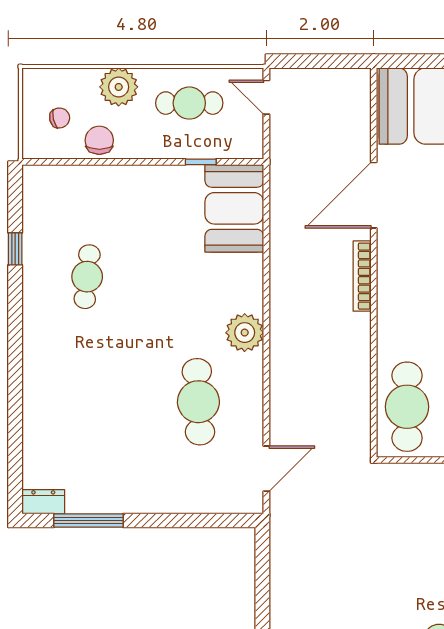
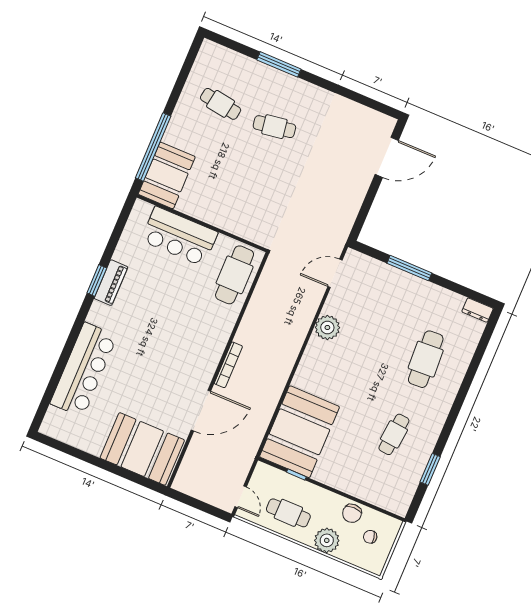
booth: (234, 208) -> (300, 432), width x1.36, depth x1.42
window: (15, 249) -> (430, 469), width x1.50
plant: (245, 333) -> (327, 328), moved
cafe table: (198, 402) -> (426, 359), moved
window: (89, 520) -> (409, 268), moved

